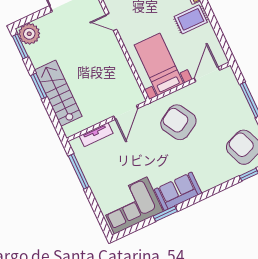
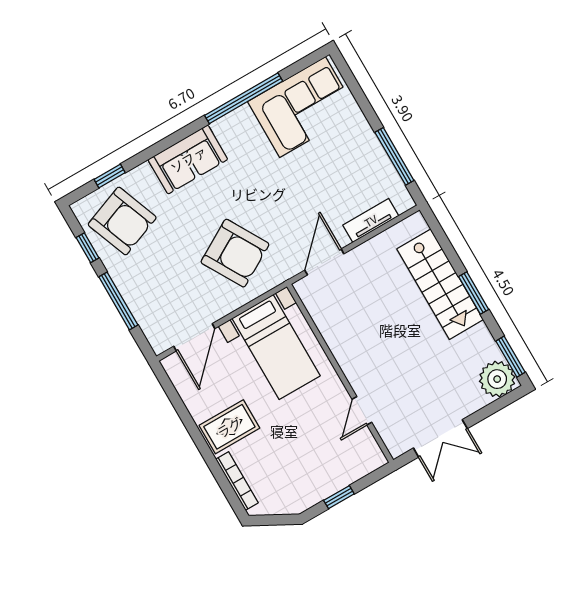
door: (111, 22) -> (362, 411), swing flipped
sofa: (178, 191) -> (188, 159), moved
window: (165, 214) -> (244, 98), width x2.11

